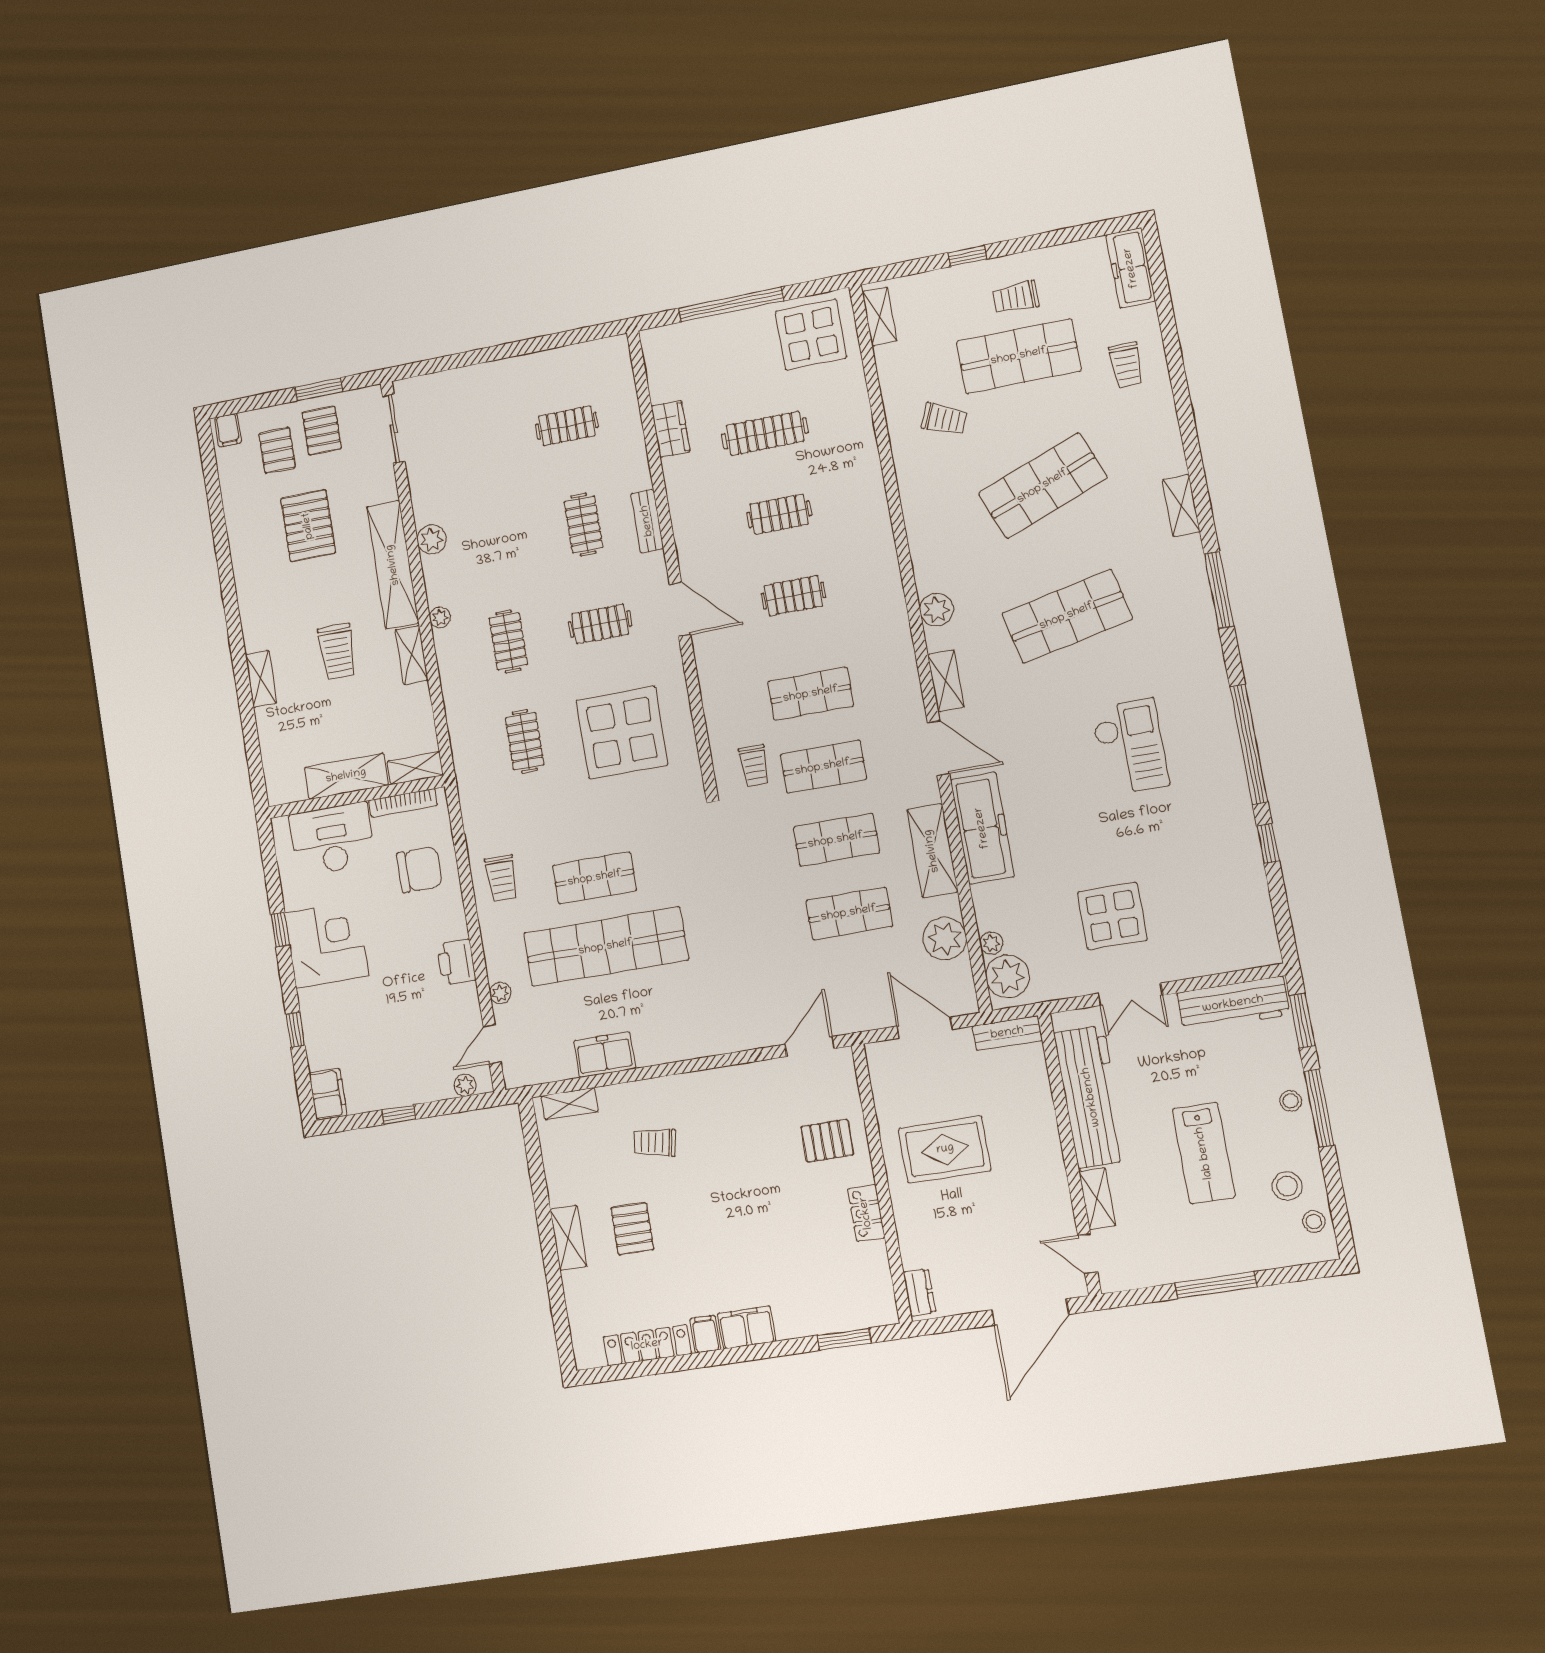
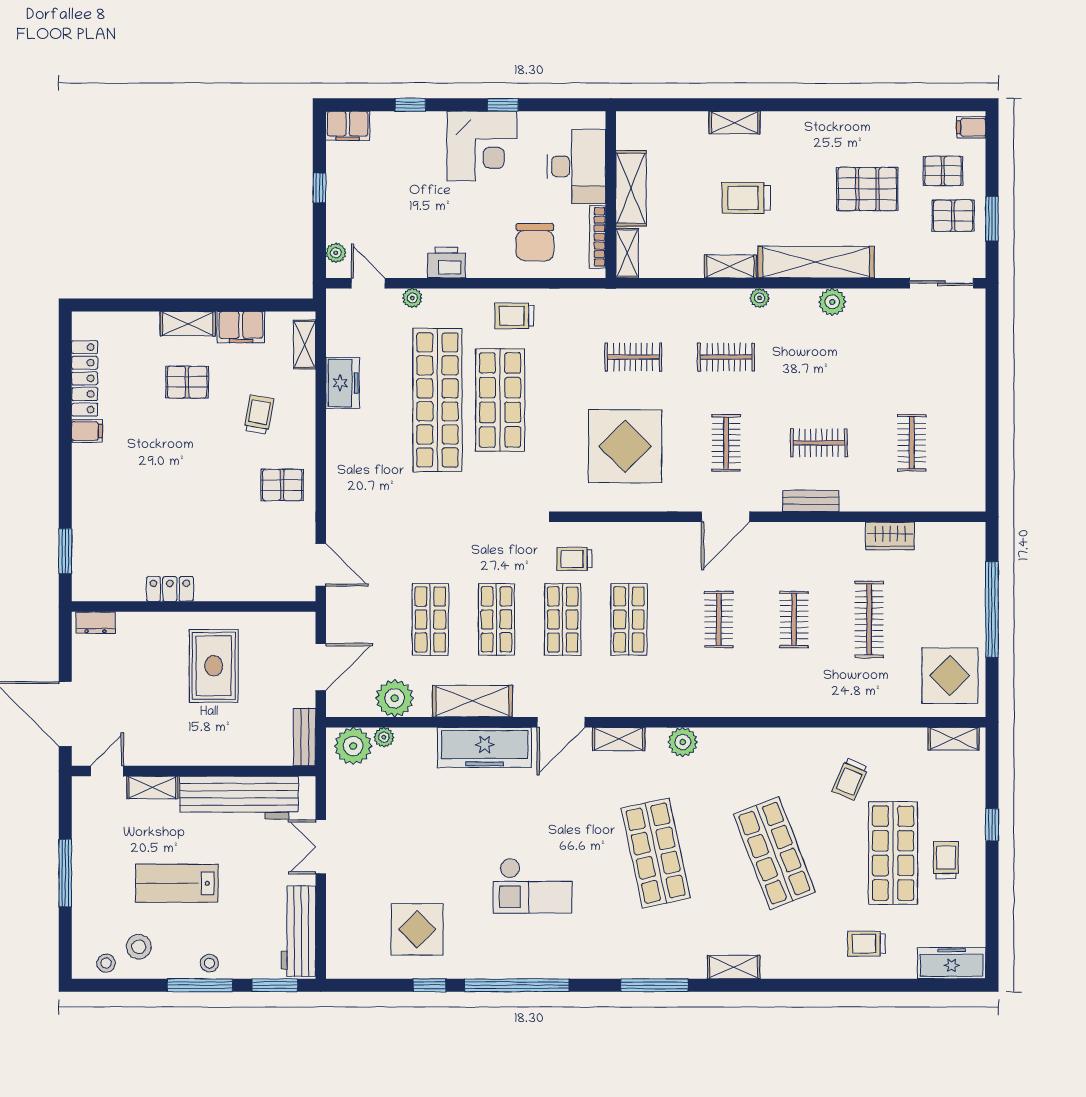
shop shelf: (595, 878) -> (500, 400), width x1.43, depth x1.36
display table: (1112, 916) -> (417, 929), moved
pallet: (827, 1141) -> (282, 485), moved, turned 90
filing cabinet: (747, 1327) -> (241, 327), moved, turned 90

